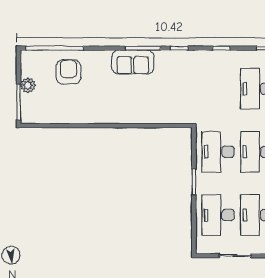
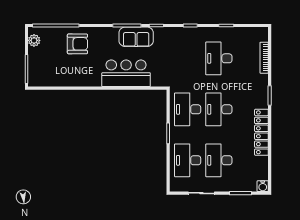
sofa: (133, 62) -> (136, 37), moved
armchair: (68, 72) -> (77, 44), moved, turned 90
plant: (28, 85) -> (34, 40), moved
bar counter: (142, 107) -> (126, 73), added

